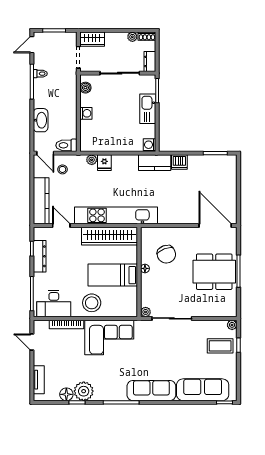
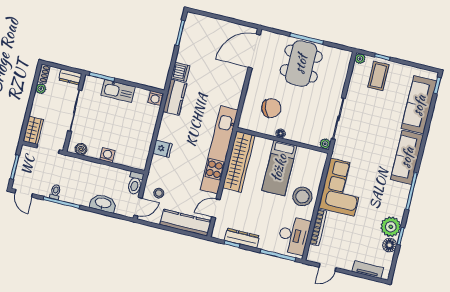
plant: (92, 160) -> (156, 161), removed

